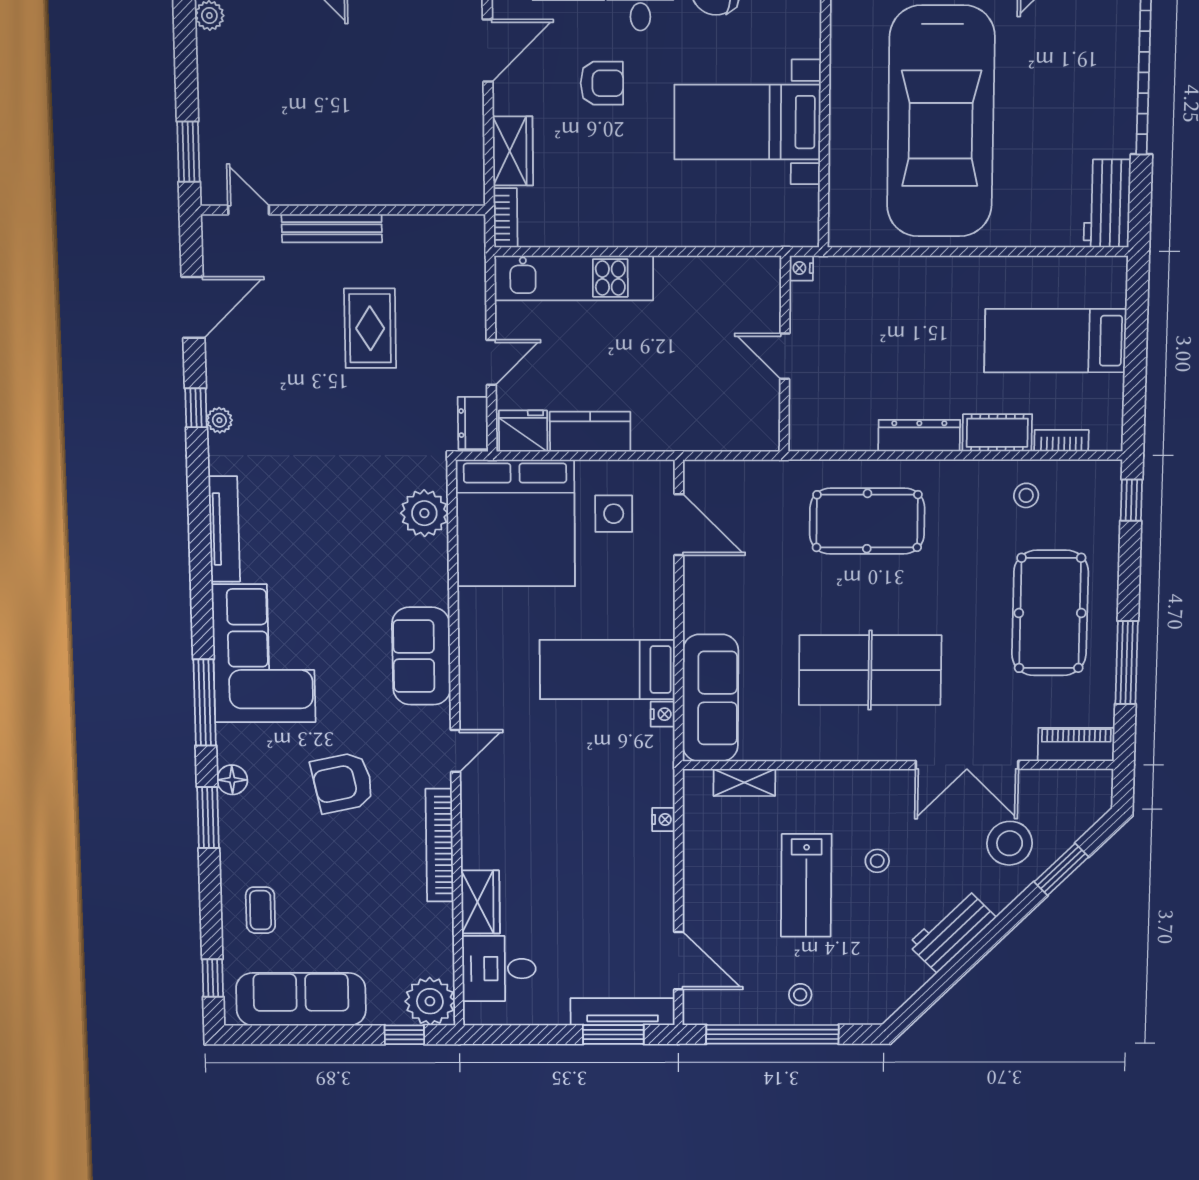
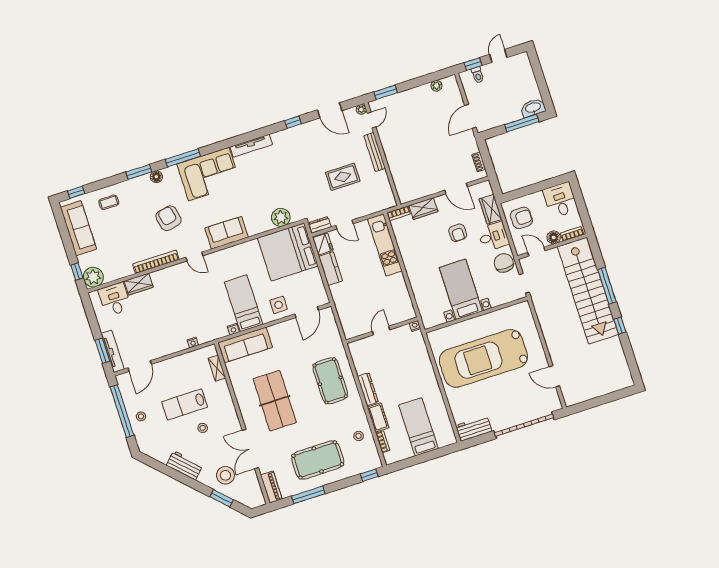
plant: (219, 420) -> (361, 109), moved
side table: (614, 514) -> (279, 305), moved

